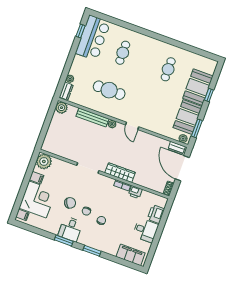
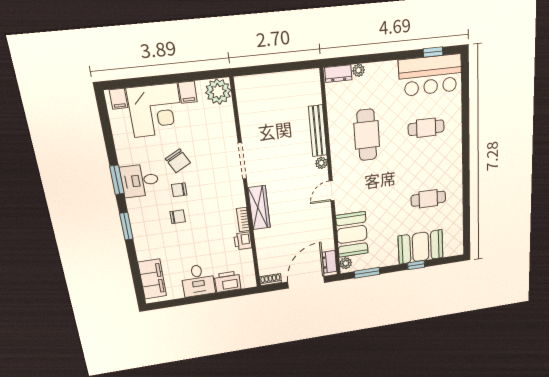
plant: (61, 108) -> (311, 79), removed
booth: (188, 117) -> (352, 234), moved, turned 90

